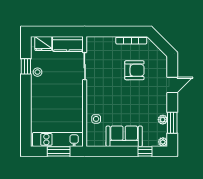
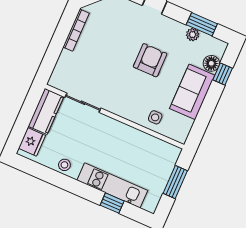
window: (26, 66) -> (112, 203), moved
armchair: (134, 70) -> (150, 60), moved
kitchen unit: (58, 139) -> (112, 185), moved, turned 90
floor lamp: (149, 141) -> (211, 63), added
plant: (163, 142) -> (221, 47), removed

